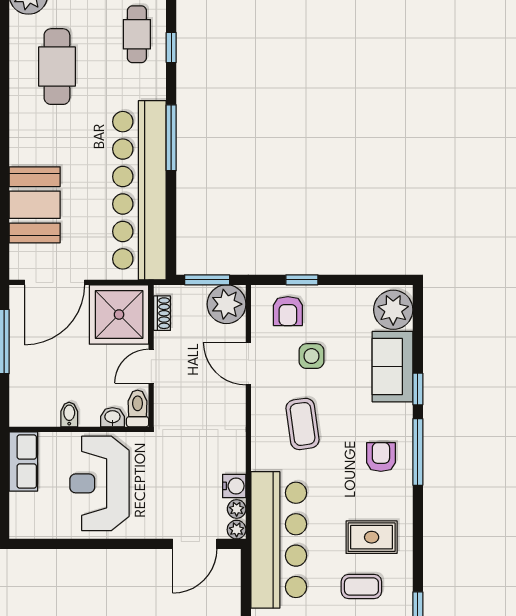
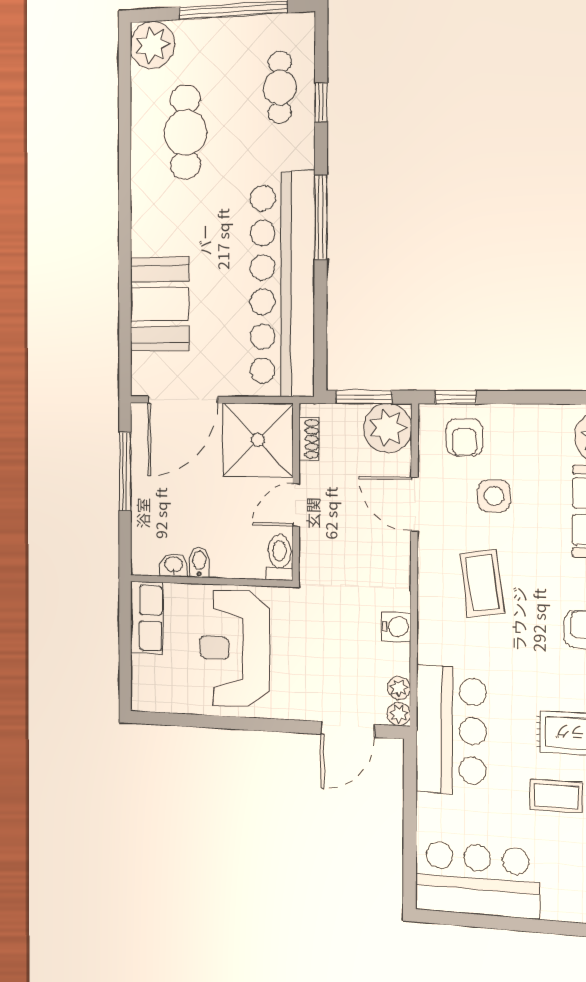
window: (302, 280) -> (456, 397), moved
washbasin: (112, 417) -> (174, 565), moved
water cooler: (234, 486) -> (396, 627), moved
bar counter: (279, 540) -> (451, 730), width x0.73

